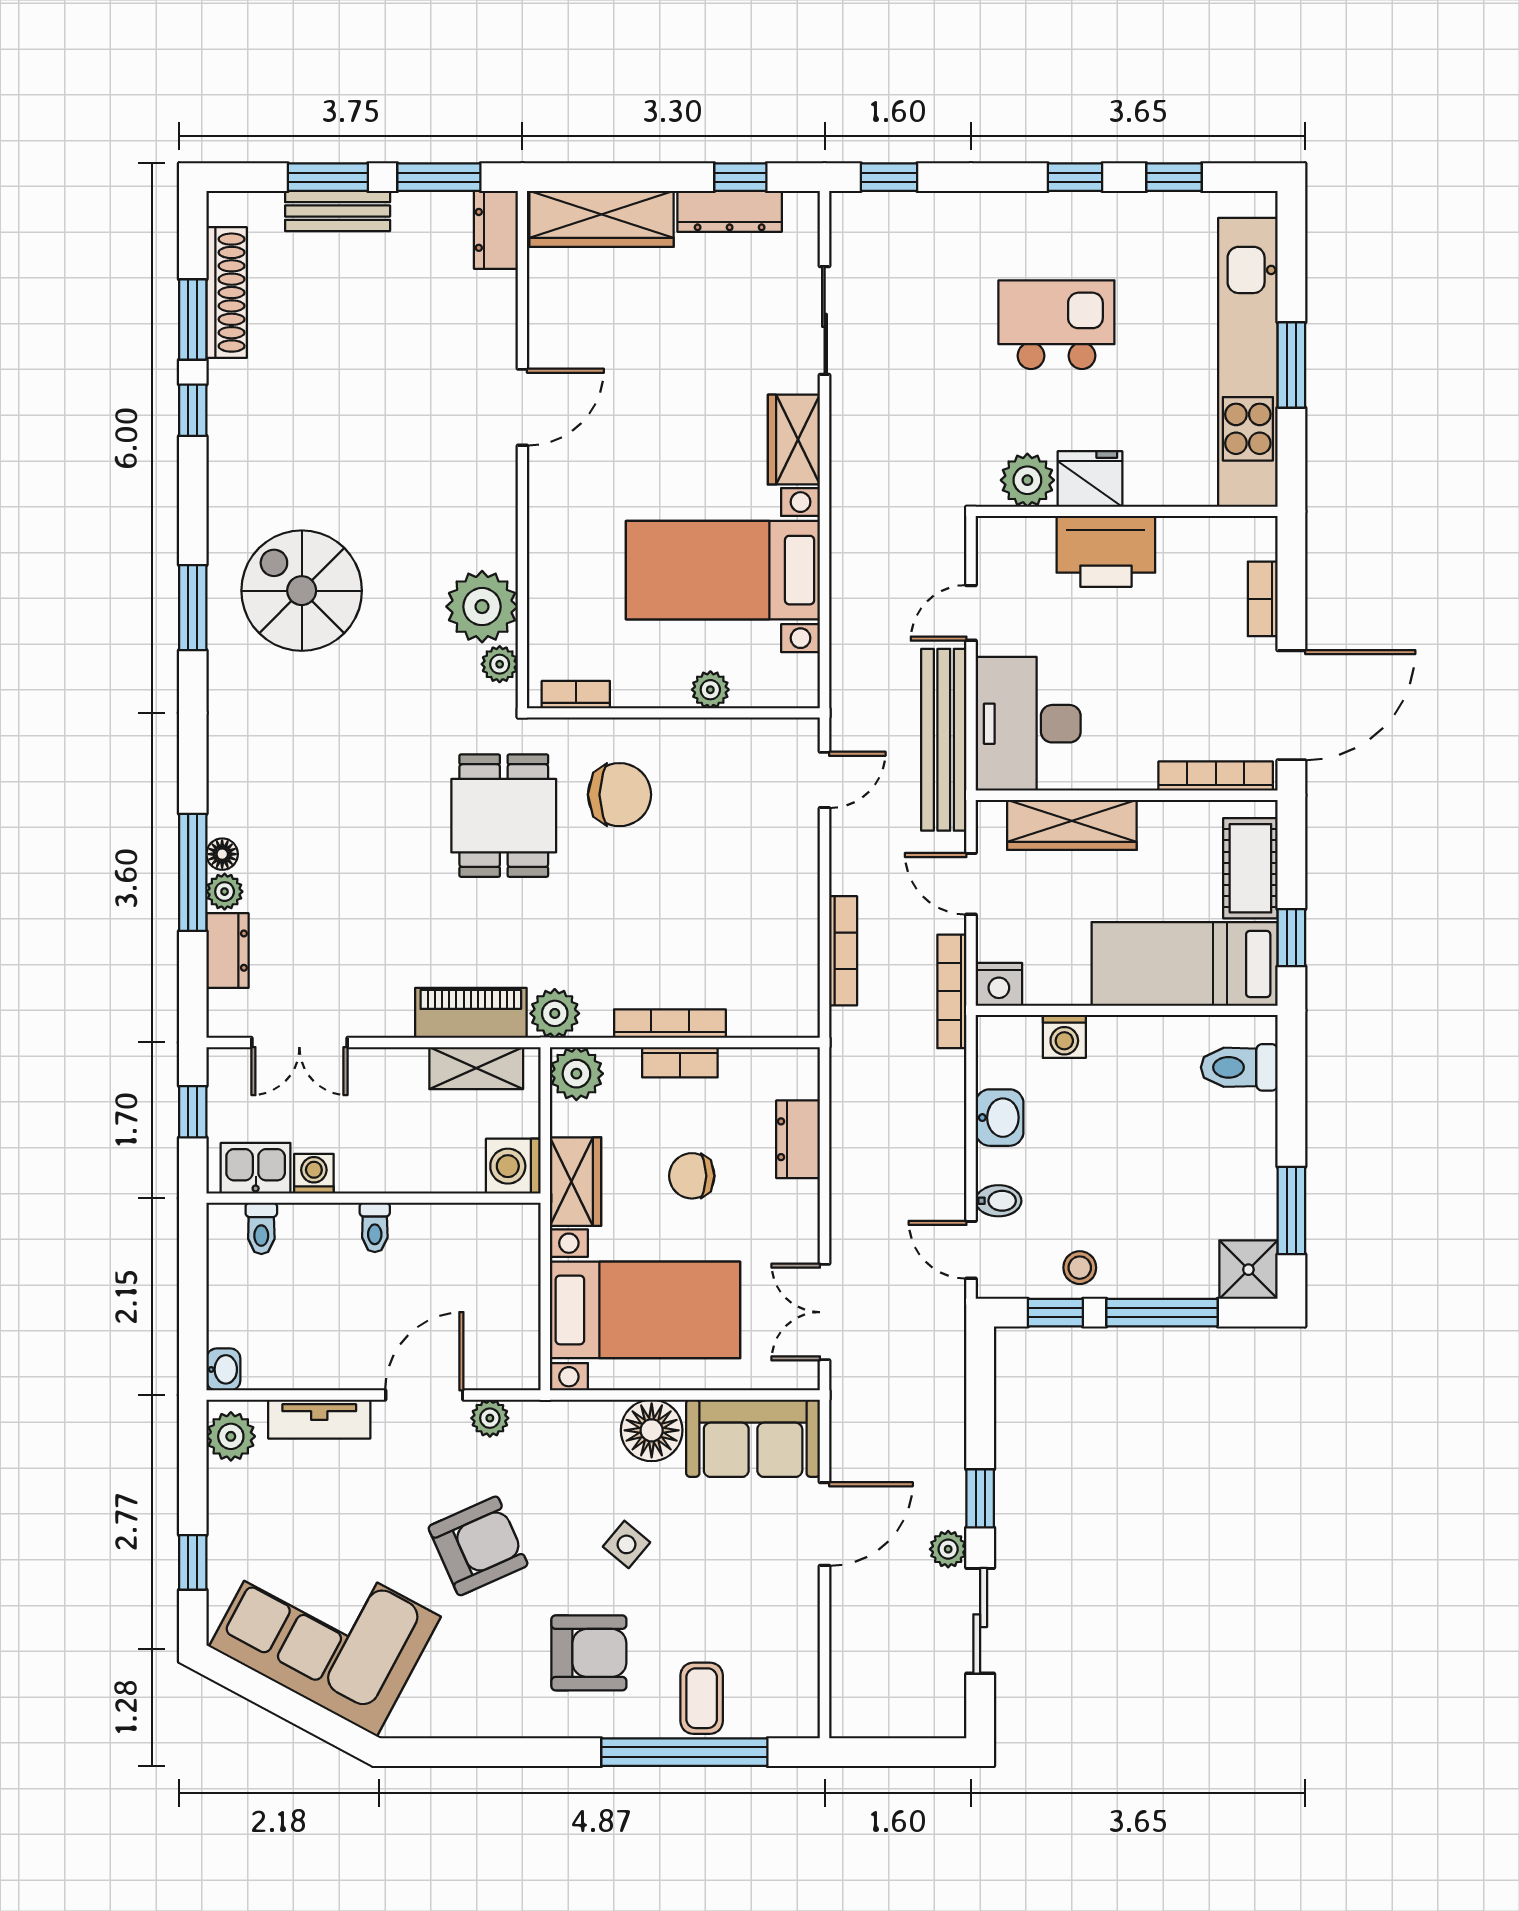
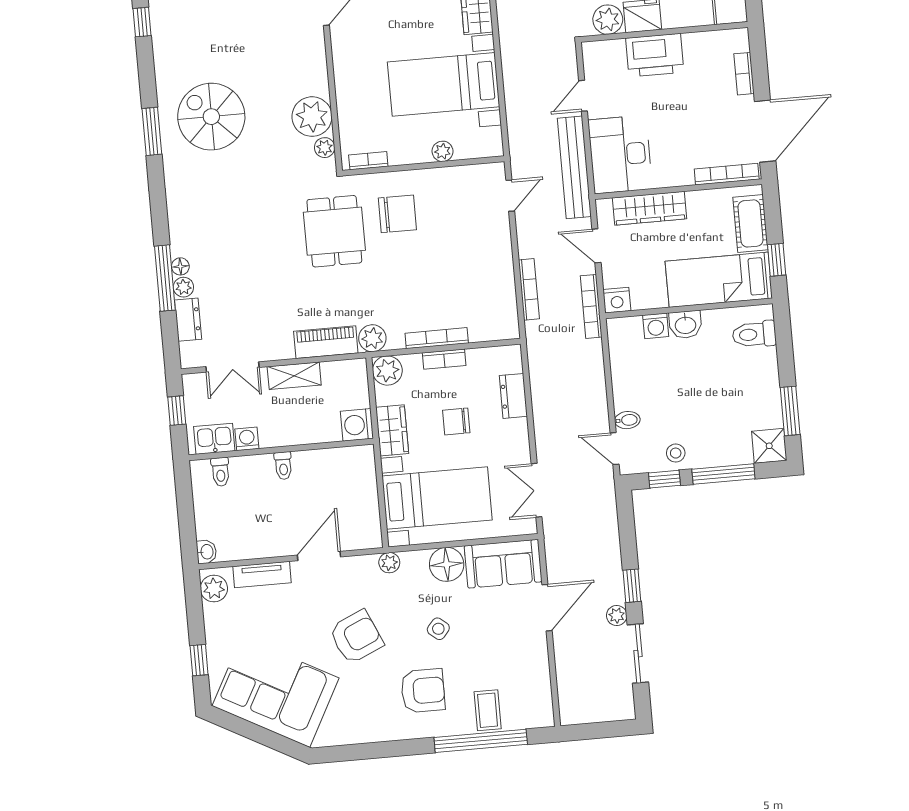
shelving: (476, 1068) -> (294, 376), moved
washbasin: (1000, 1118) -> (685, 325), moved, turned 90
plant: (490, 1418) -> (389, 563), moved

